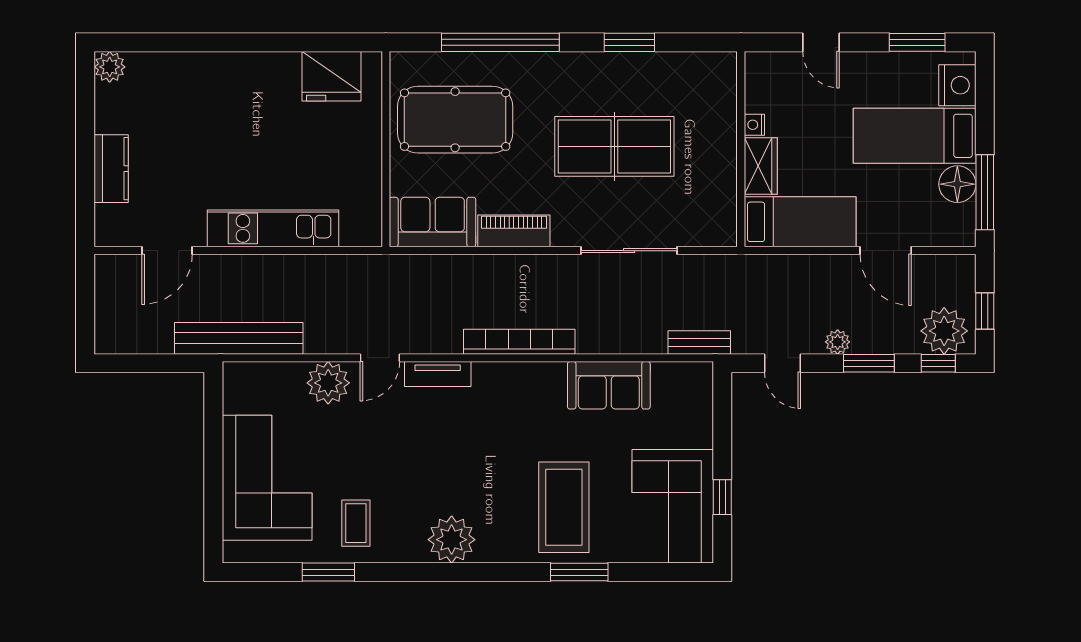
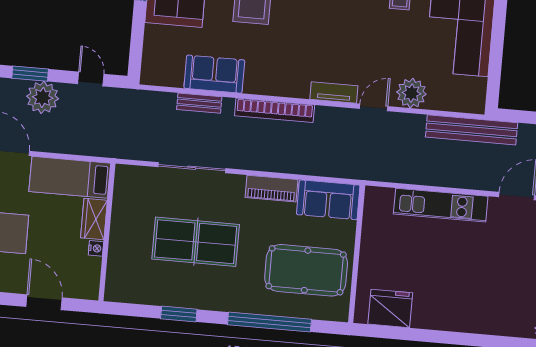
door: (821, 42) -> (44, 302), width x1.38
bench: (699, 342) -> (199, 103), moved
plant: (838, 342) -> (43, 97), width x1.88, depth x1.88

